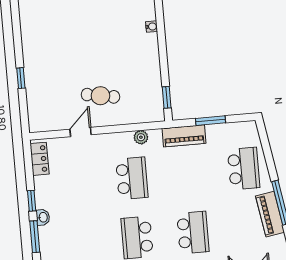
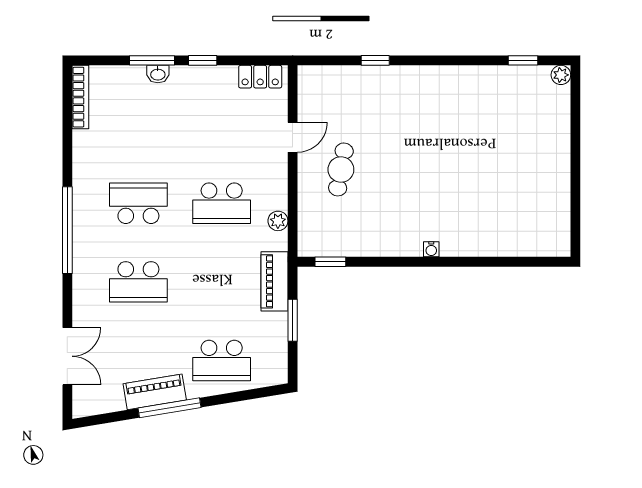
door: (81, 132) -> (293, 137), hinge flipped
washbasin: (43, 217) -> (158, 74), moved

